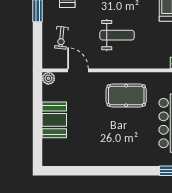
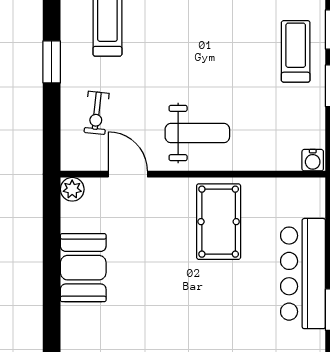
weight bench: (117, 35) -> (197, 133), moved
pool table: (126, 95) -> (219, 222), turned 90

